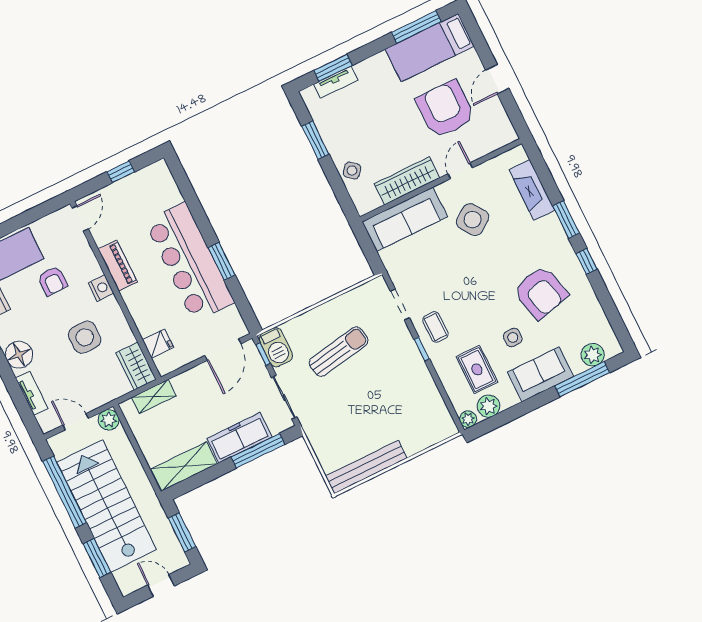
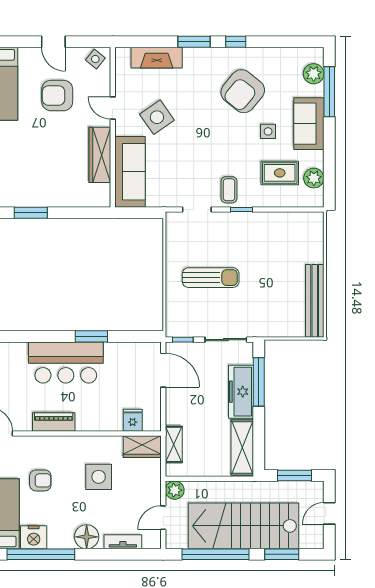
armchair: (445, 109) -> (57, 96), width x0.73, depth x0.73
side table: (352, 170) -> (95, 59), moved
bar counter: (190, 262) -> (66, 362), width x0.73
nightstand: (101, 288) -> (65, 444), removed
armchair: (541, 292) -> (243, 91), turned 143
coffee table: (435, 327) -> (229, 190), turned 90
barbecue: (276, 347) -> (182, 326), removed
sun lounger: (339, 352) -> (211, 278), turned 100
plant: (468, 419) -> (316, 200), removed

